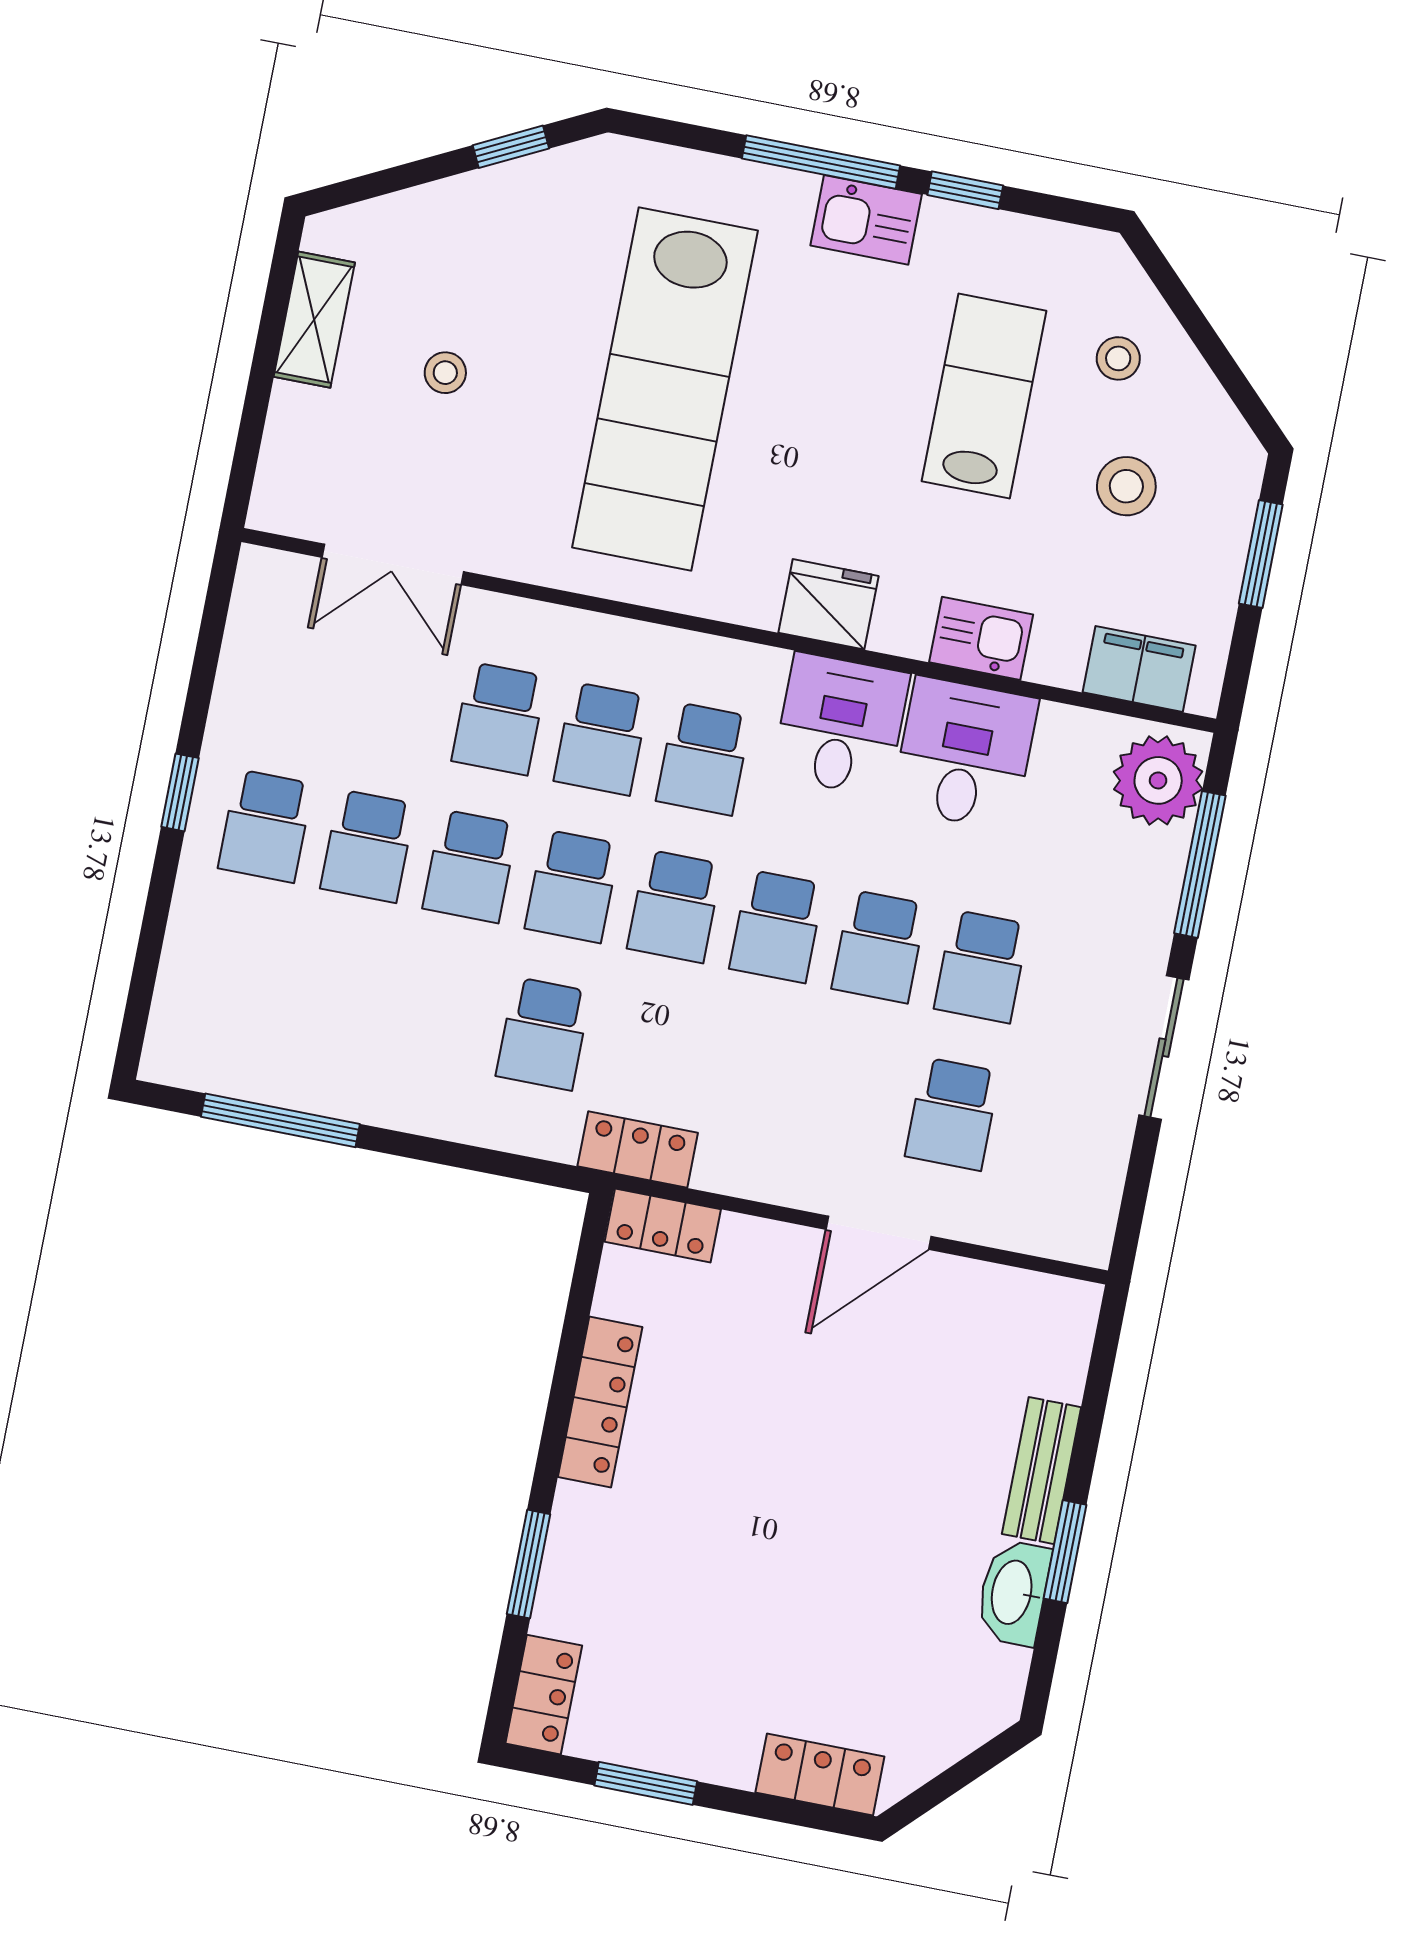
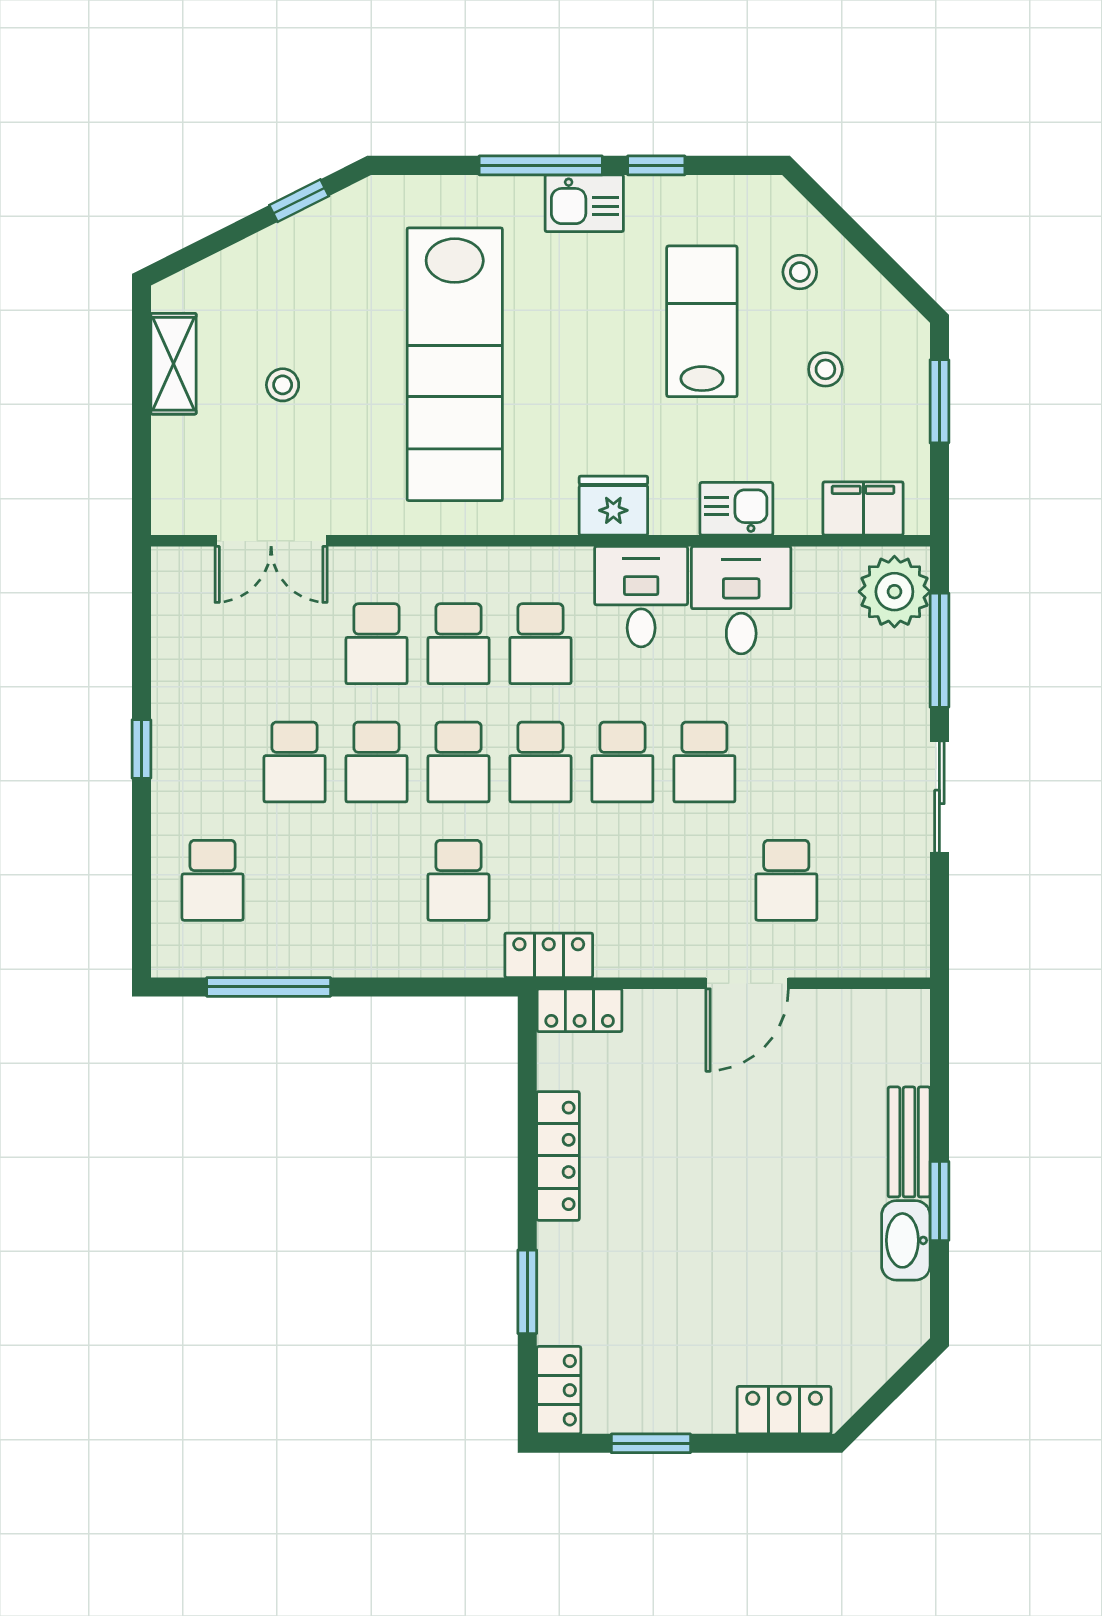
stool: (1126, 486) -> (825, 369), width x0.73, depth x0.73
school desk: (266, 826) -> (213, 880), moved
school desk: (981, 966) -> (786, 762), removed

